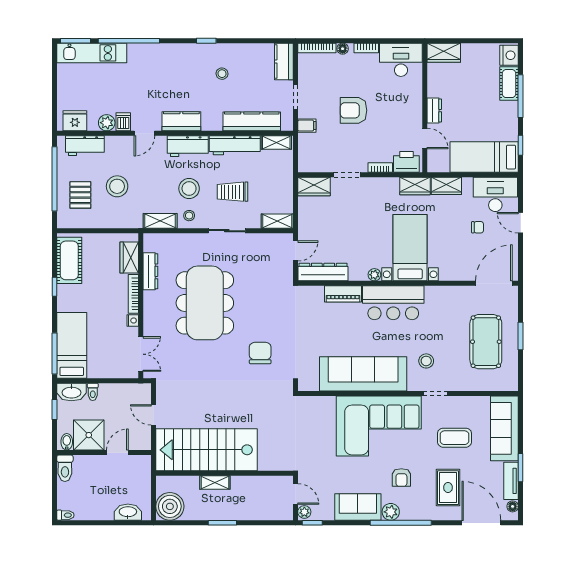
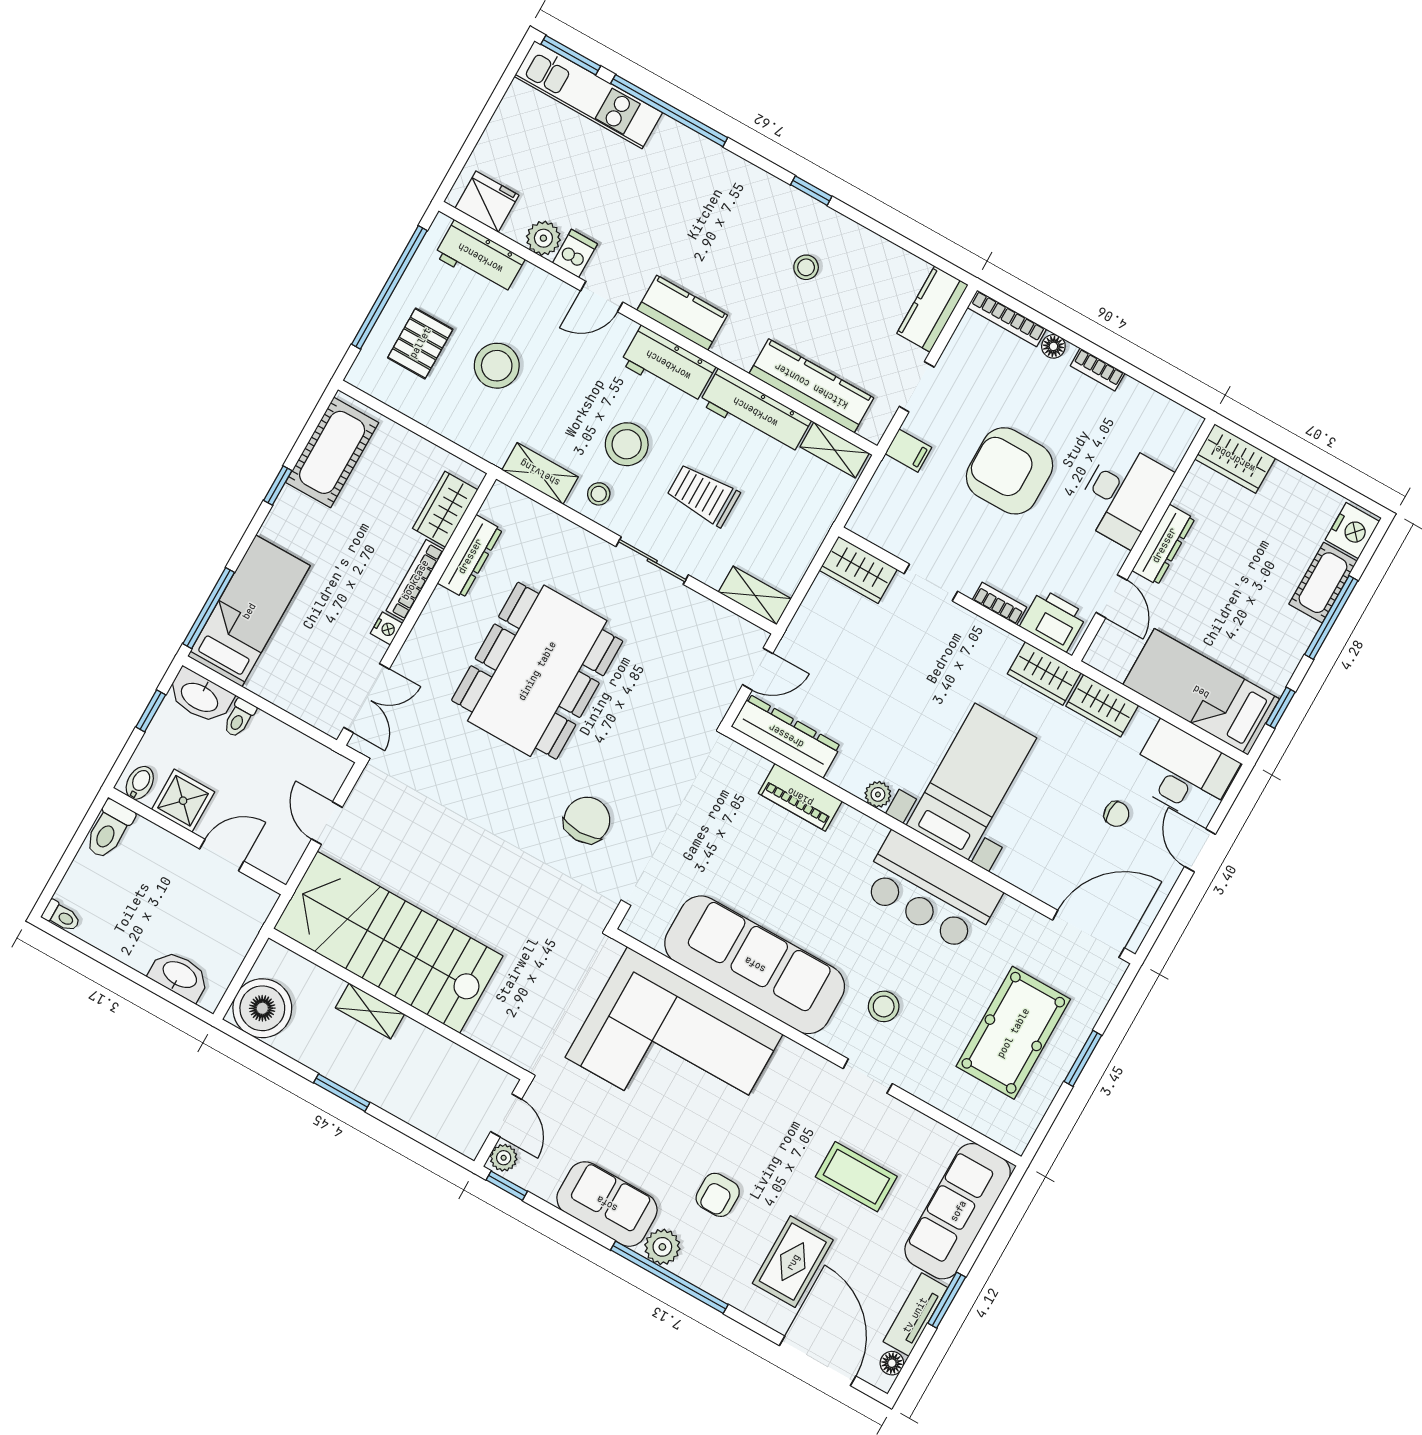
desk: (401, 60) -> (1123, 494), moved, turned 90
armchair: (353, 110) -> (1010, 471), width x1.36, depth x1.36
dresser: (434, 111) -> (1164, 545), width x1.44
bar counter: (393, 303) -> (930, 892), moved
corner sofa: (379, 426) -> (674, 1046), moved
shower: (89, 435) -> (183, 801), width x0.73, depth x0.73

